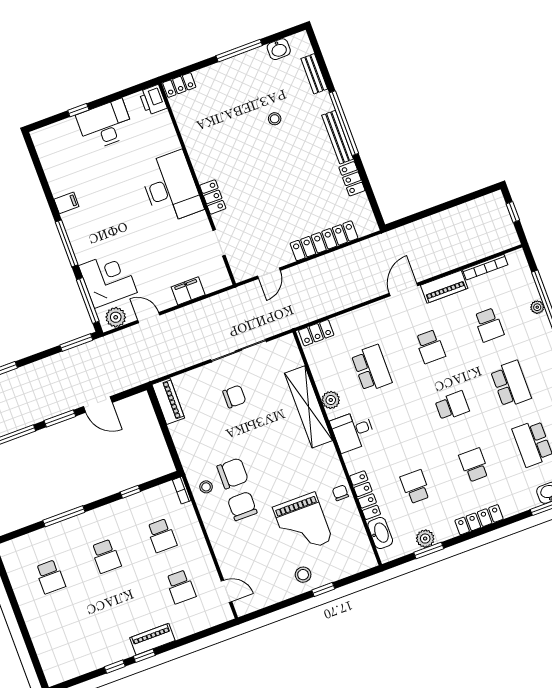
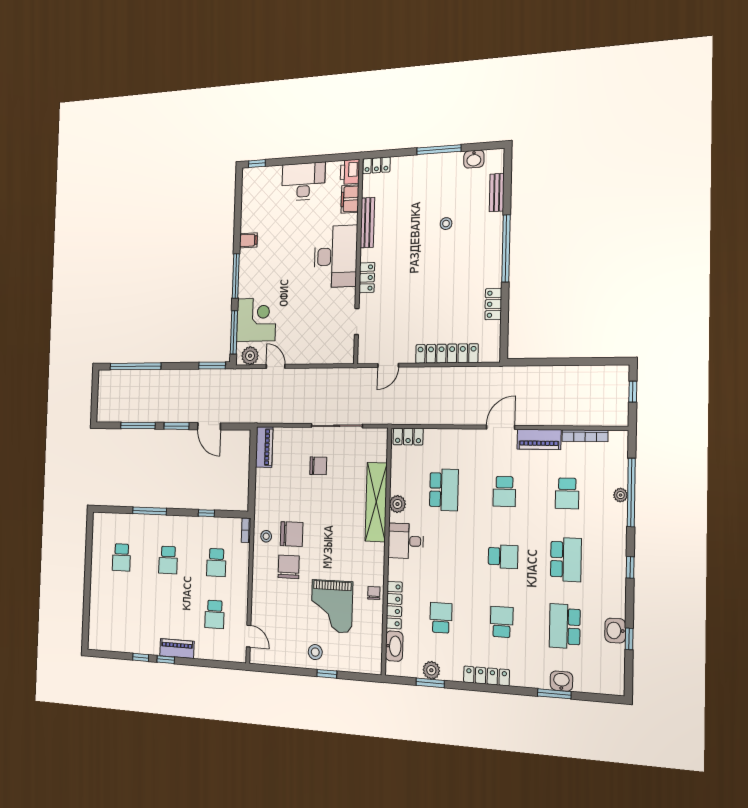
window: (78, 110) -> (257, 164), moved
bench: (338, 137) -> (367, 223), moved
filing cabinet: (188, 291) -> (350, 199), moved, turned -90

